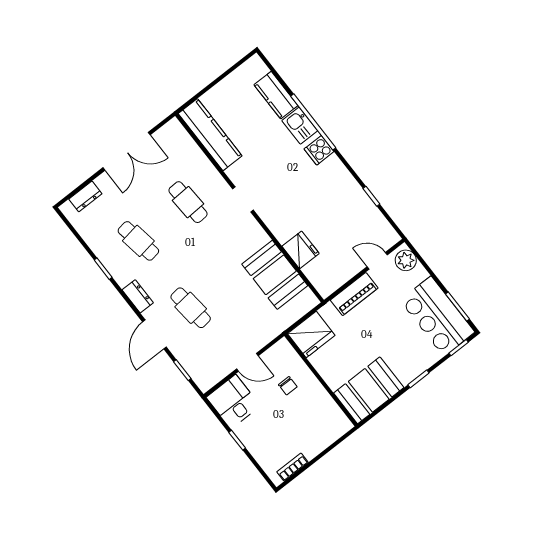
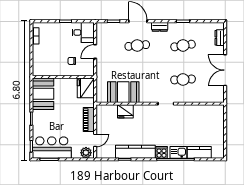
kitchen counter: (210, 135) -> (135, 152), moved, turned 180

